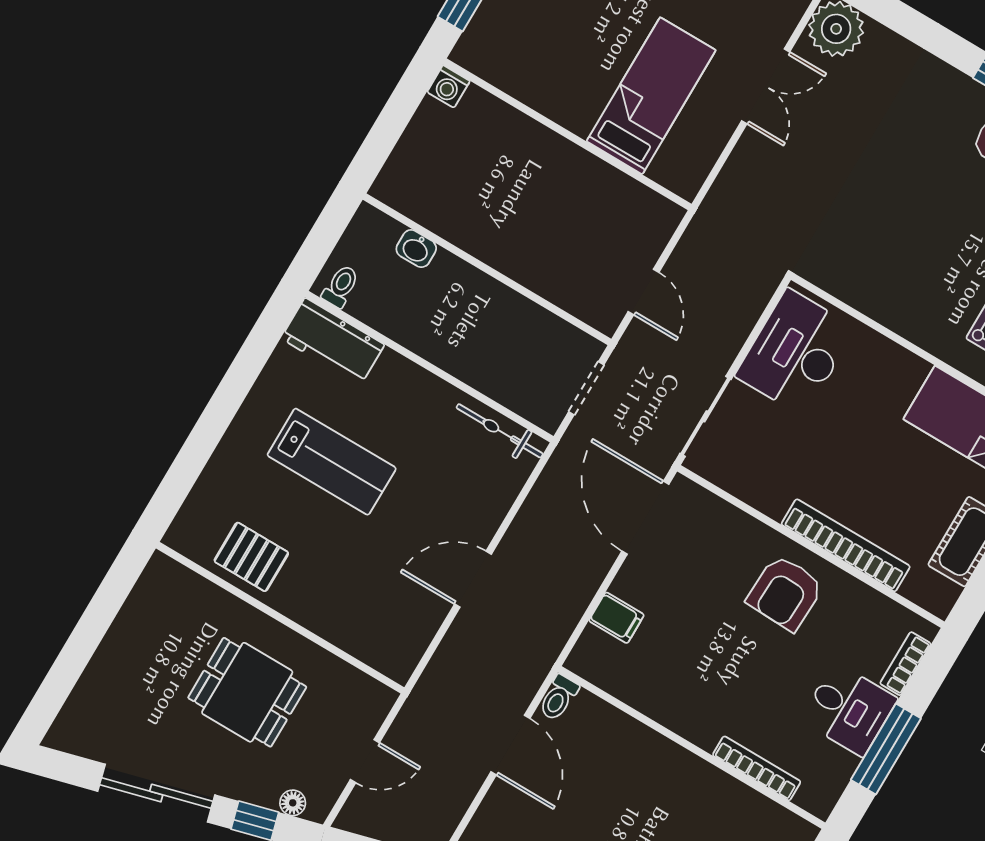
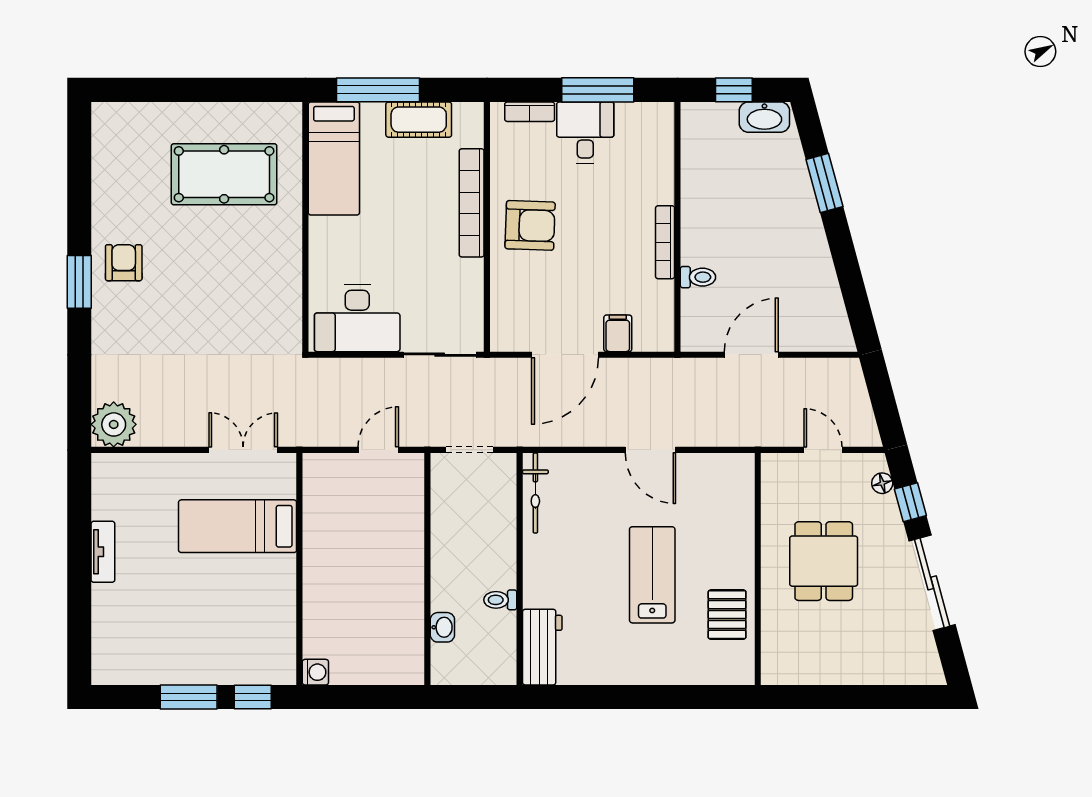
double door: (766, 86) -> (243, 450), moved
toilet: (341, 286) -> (500, 600), moved
lab bench: (332, 462) -> (652, 575), moved
door: (645, 518) -> (565, 355), moved
toilet: (559, 698) -> (698, 277), moved
bookcase: (757, 768) -> (665, 242), moved

